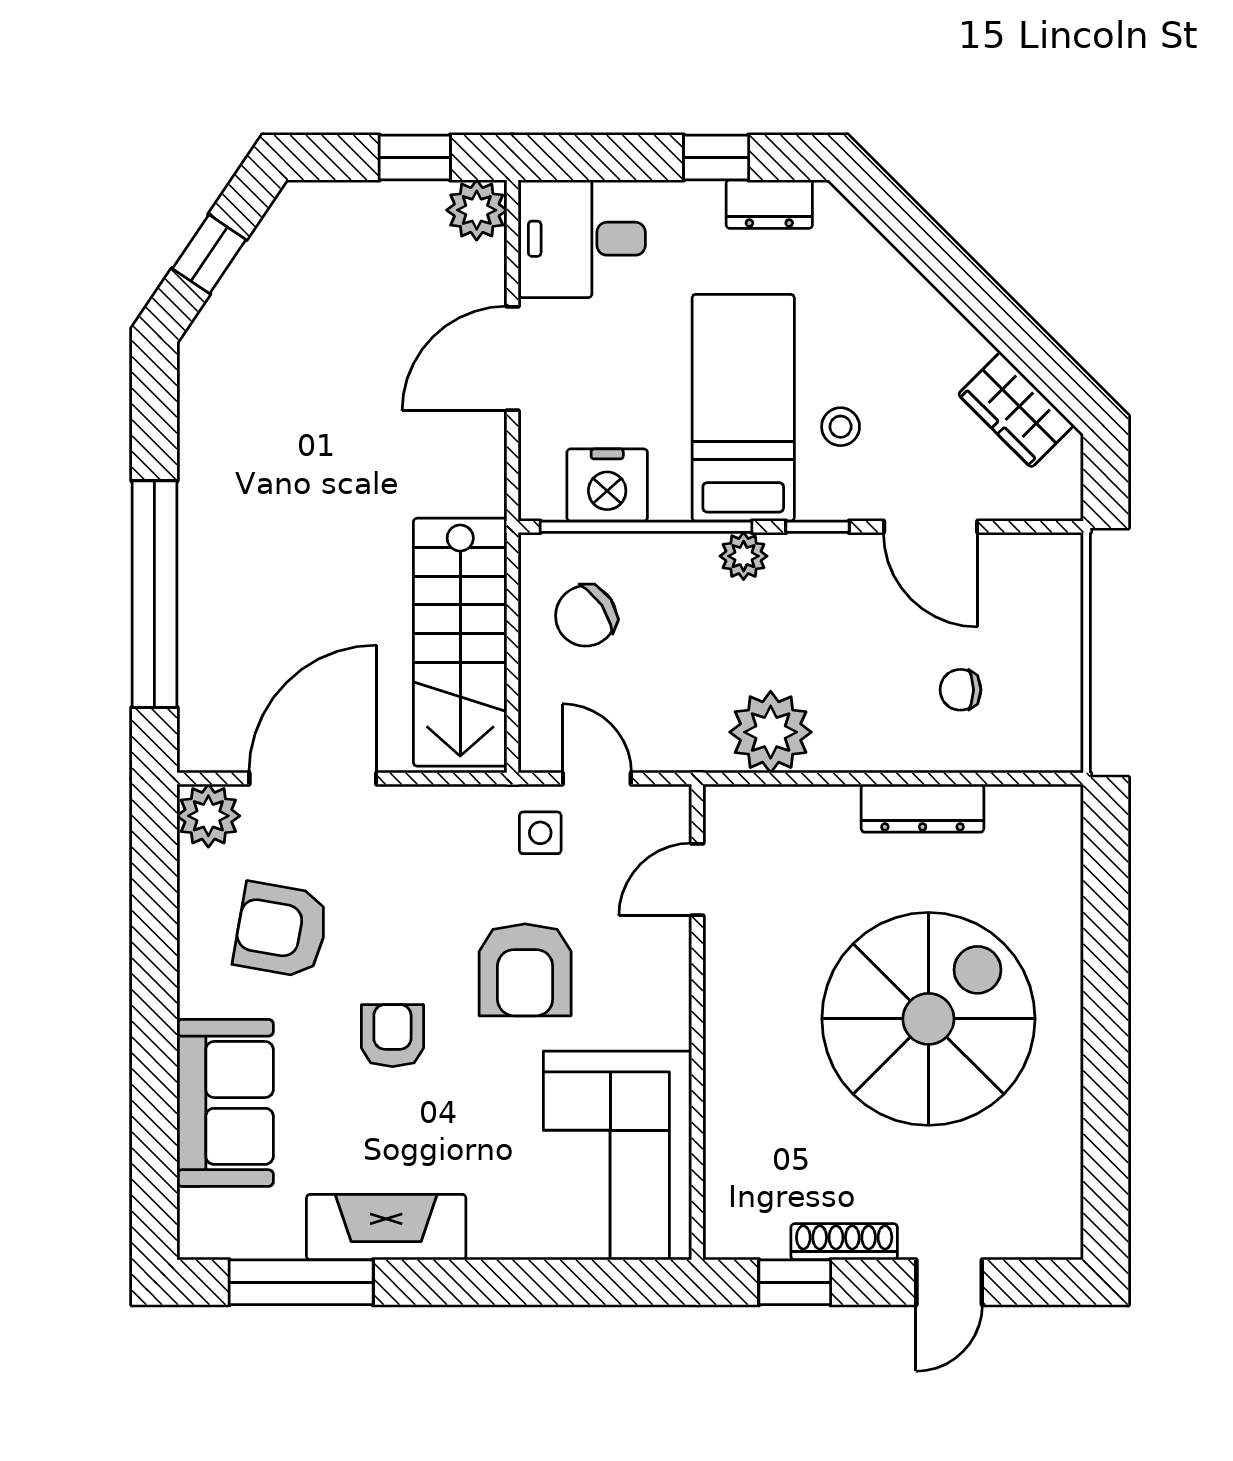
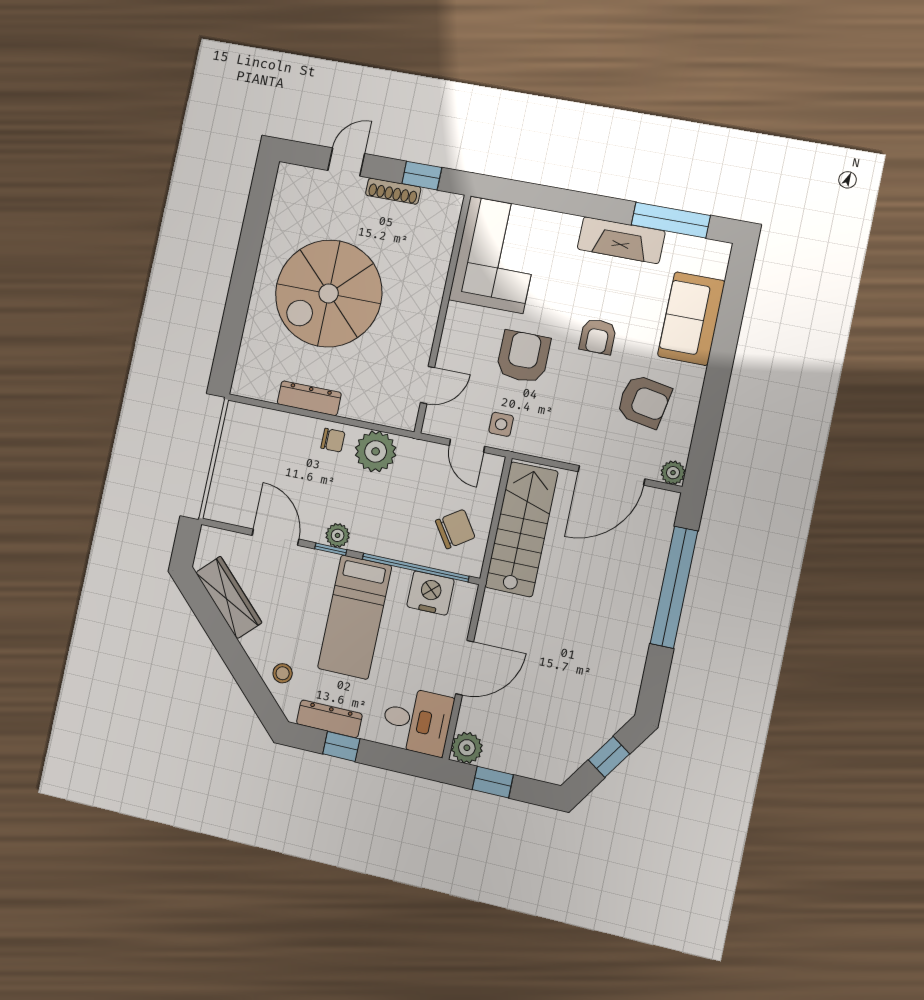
dresser: (769, 204) -> (329, 719), width x1.44
wardrobe: (1016, 410) -> (229, 598), width x1.50
stool: (841, 427) -> (283, 673), moved
plant: (744, 556) -> (338, 535), moved
chair: (961, 690) -> (333, 440), moved
plant: (208, 816) -> (673, 473), width x0.73, depth x0.73

